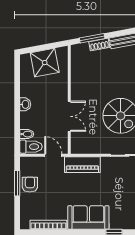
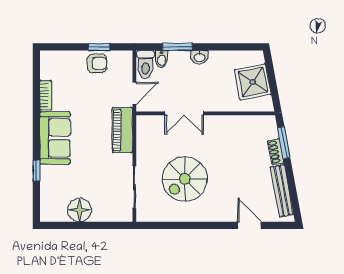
window: (17, 122) -> (177, 47), added
window: (17, 183) -> (99, 47), width x0.67
bookcase: (48, 225) -> (46, 95), width x0.64

